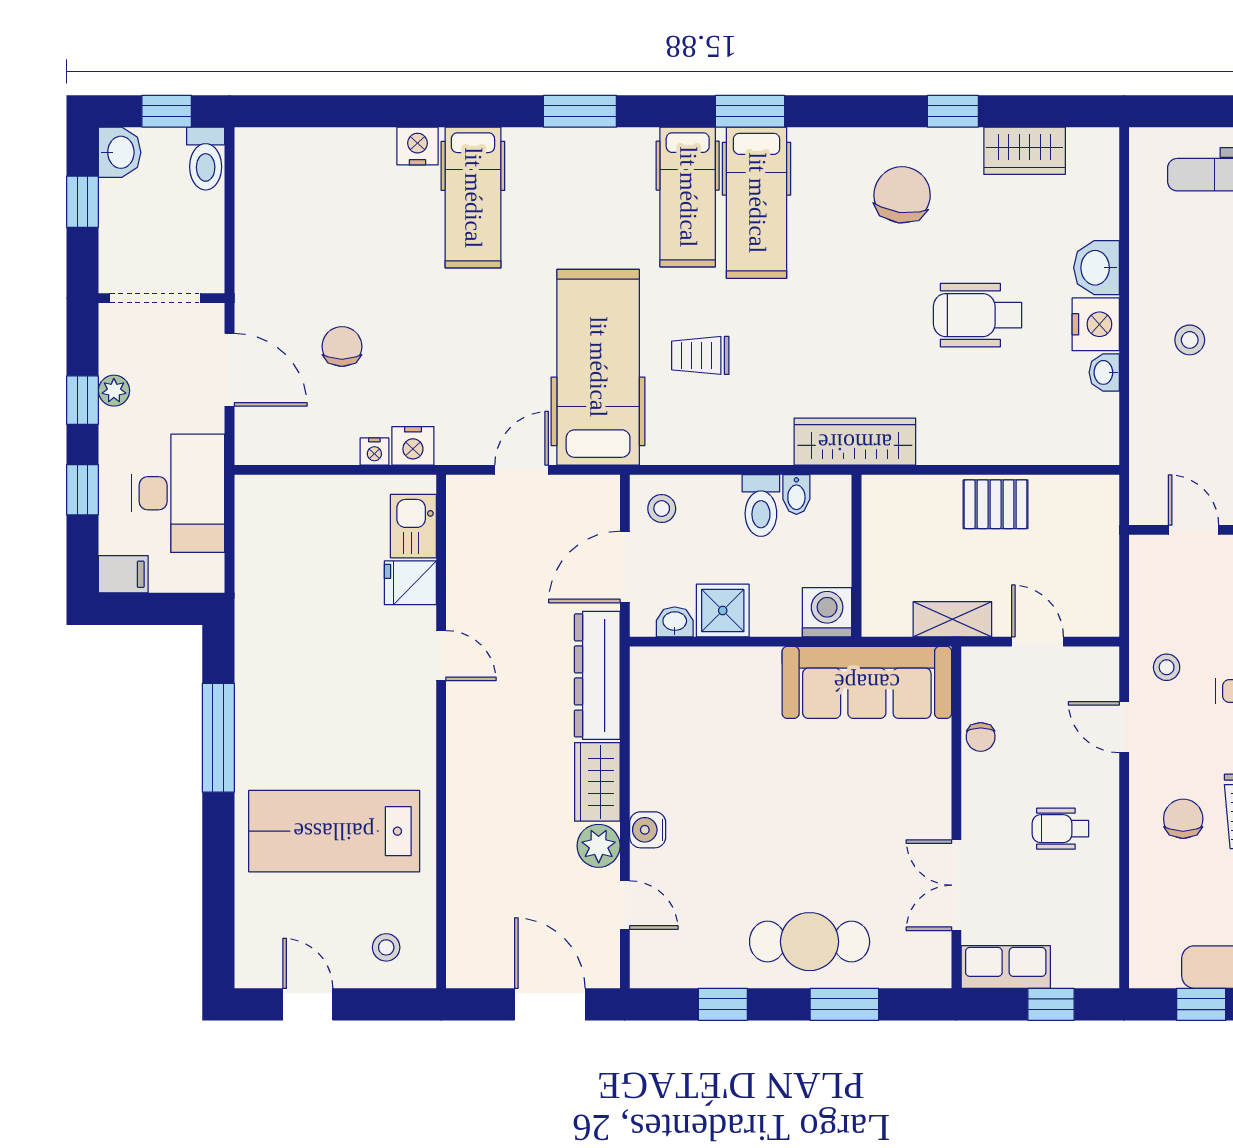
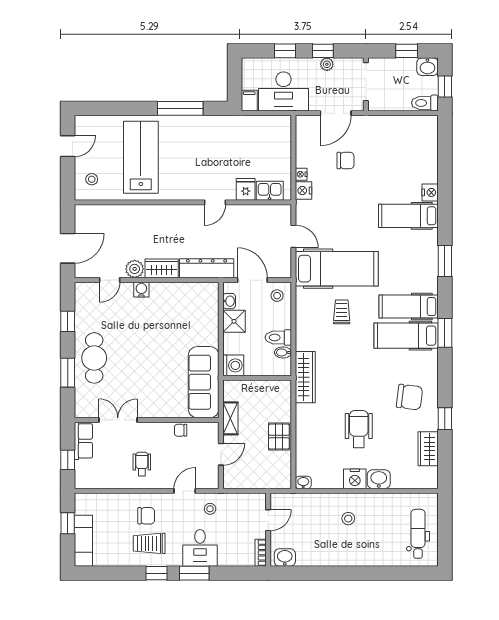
washbasin: (1104, 372) -> (303, 482), moved
filing cabinet: (123, 574) -> (249, 101), moved, turned 180

